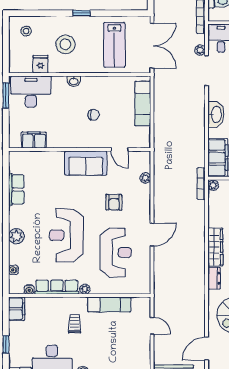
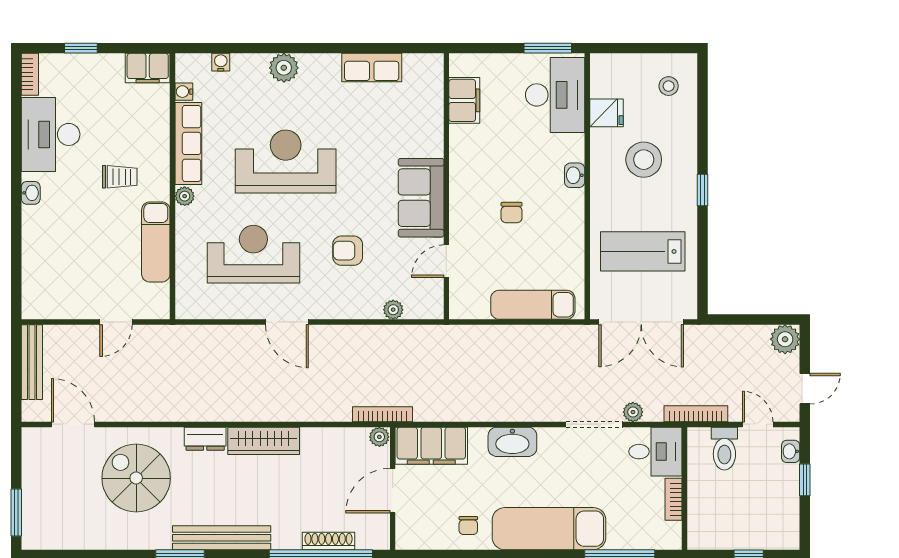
reception desk: (116, 252) -> (253, 254), turned 180

